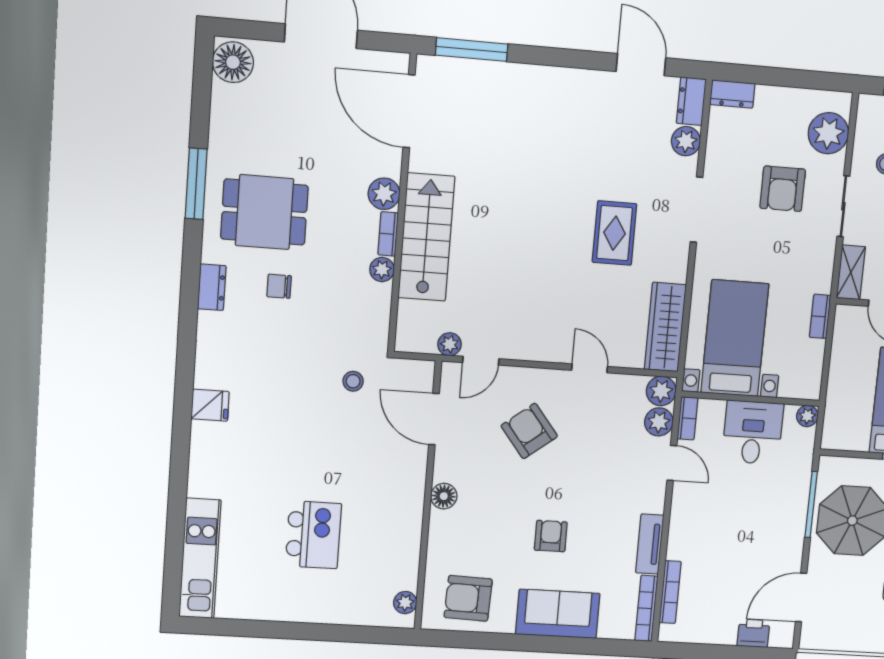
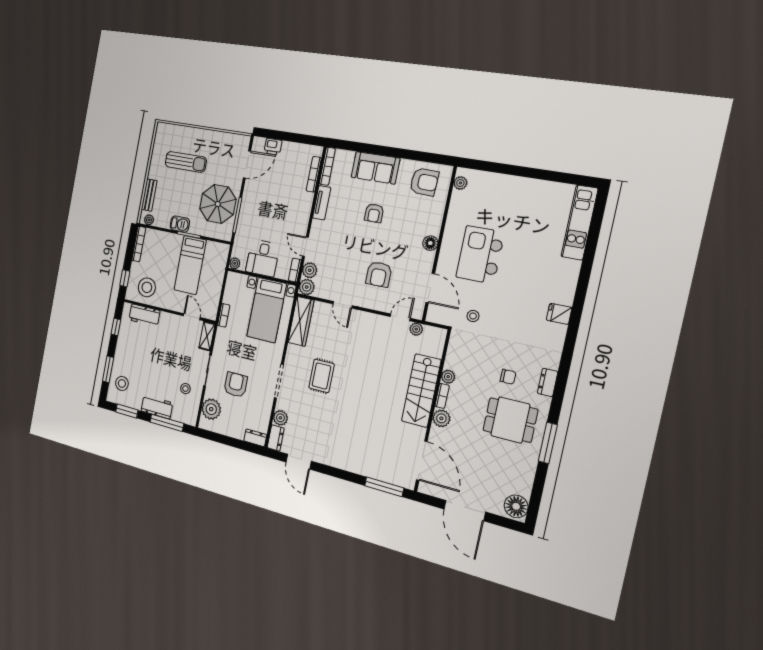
armchair: (529, 431) -> (379, 274), turned 38
kitchen island: (313, 535) -> (480, 255), moved, width x1.37, depth x1.28

